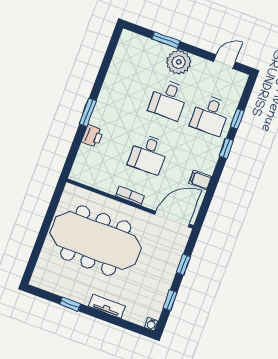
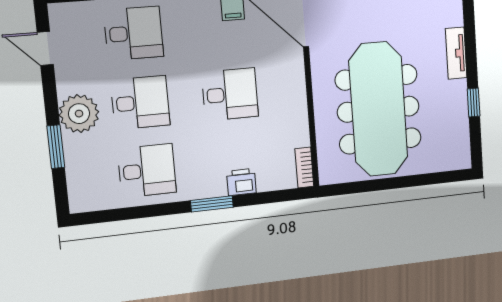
desk: (127, 84) -> (147, 171), added
bookcase: (130, 196) -> (304, 168), moved

